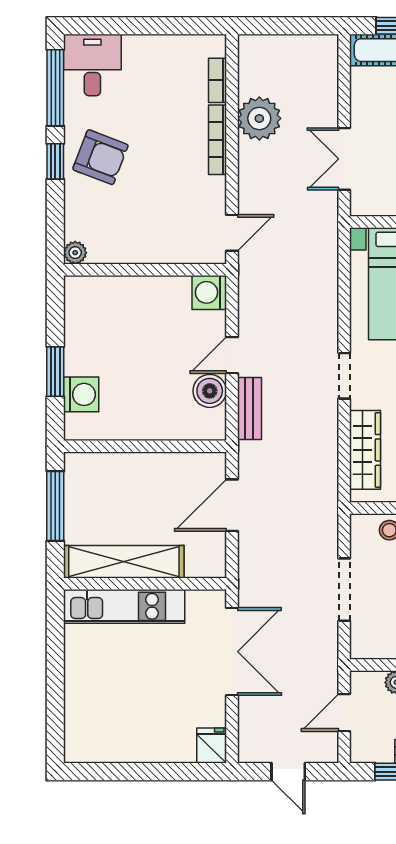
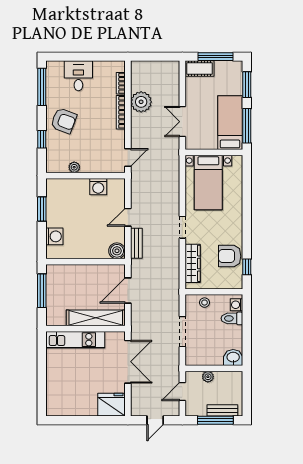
desk: (92, 65) -> (78, 76), moved
window: (55, 161) -> (42, 139), moved
plant: (75, 253) -> (74, 167), moved
washing machine: (209, 292) -> (98, 187), moved, turned -90
window: (55, 372) -> (42, 209), moved
boiler: (210, 391) -> (117, 251), moved
shelving: (124, 562) -> (96, 318), moved
fridge: (212, 746) -> (111, 405), width x1.88, depth x1.34
door: (288, 772) -> (155, 420), hinge flipped

